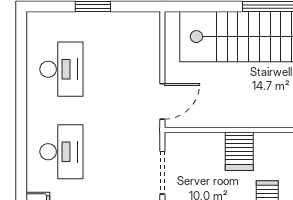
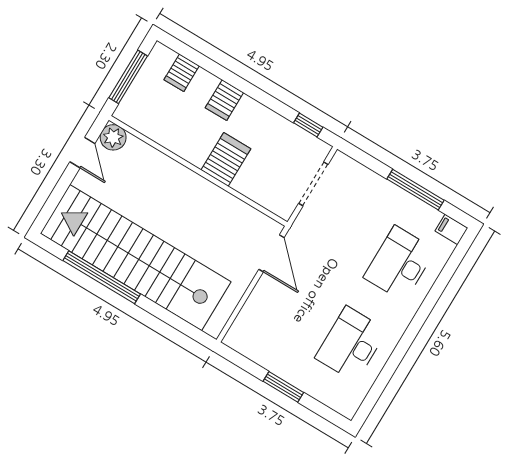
door: (162, 101) -> (271, 253), swing flipped

